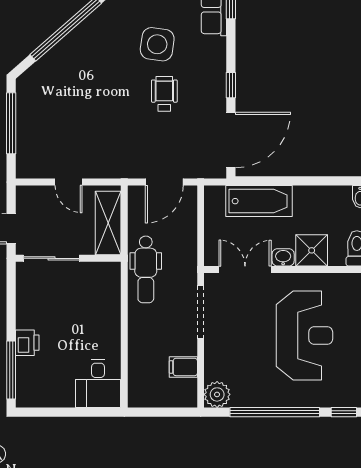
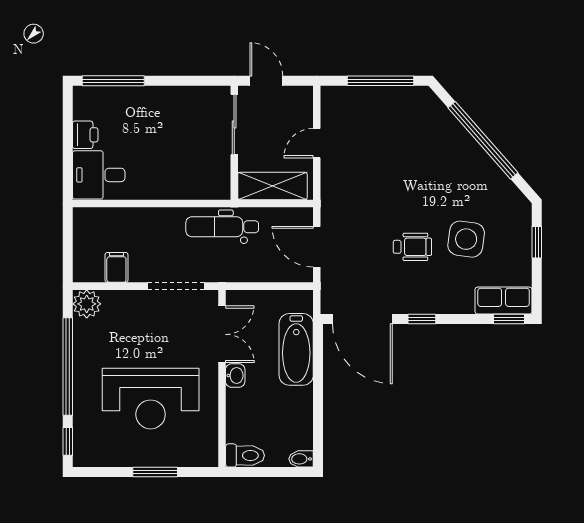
shower: (312, 250) -> (243, 406), removed
printer: (27, 343) -> (85, 135), moved, turned -90

